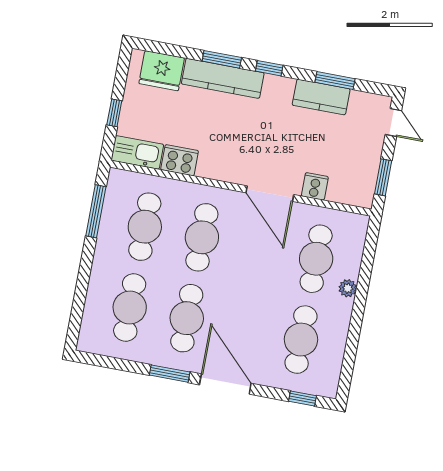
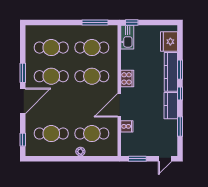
kitchen counter: (321, 97) -> (171, 106), moved
window: (114, 113) -> (132, 22), moved
cooker: (180, 160) -> (127, 78), moved

